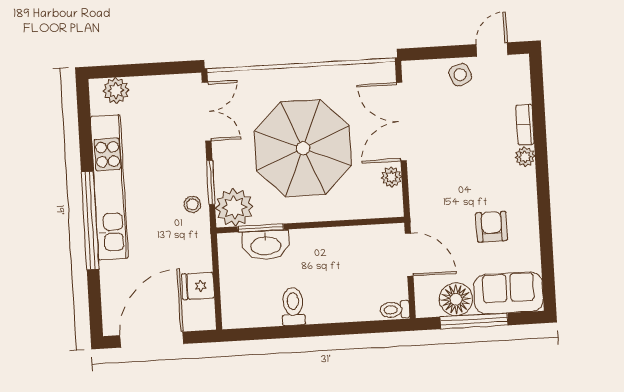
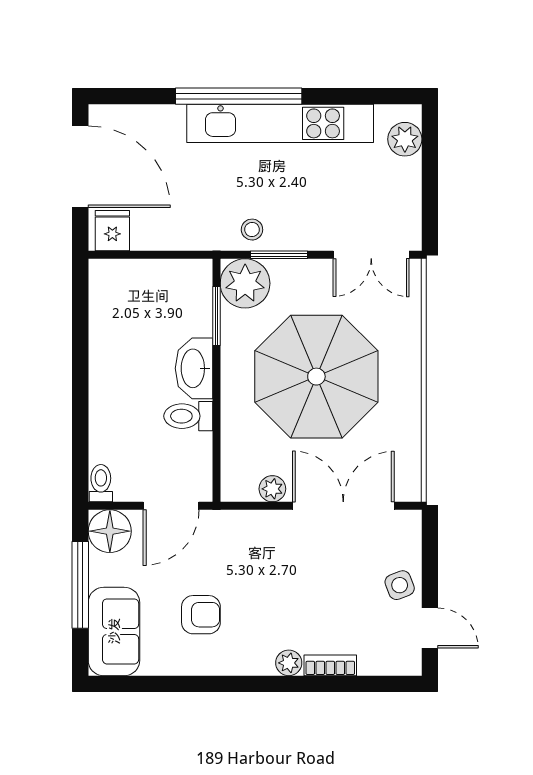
washbasin: (266, 245) -> (194, 368), moved
fridge: (198, 286) -> (112, 231), moved
floor lamp: (456, 299) -> (110, 531), moved
toilet: (293, 306) -> (188, 416), moved, turned 180

